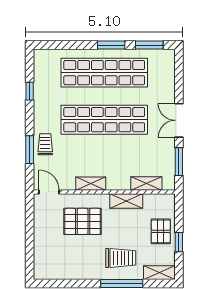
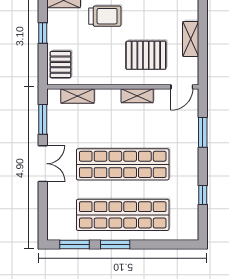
trolley: (45, 144) -> (186, 138), removed
door: (49, 192) -> (182, 87), hinge flipped
shelving: (126, 201) -> (191, 39), moved, turned 90
pallet: (161, 231) -> (60, 65), moved
trolley: (121, 258) -> (105, 16), turned 180

